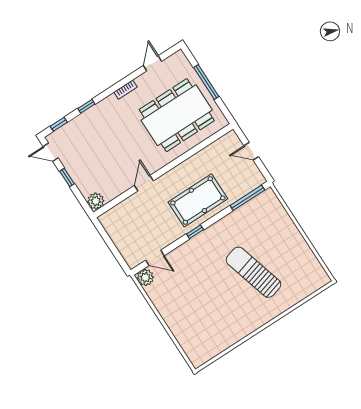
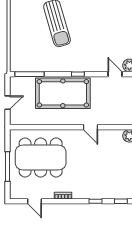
door: (153, 63) -> (35, 201), hinge flipped
door: (251, 151) -> (8, 103), hinge flipped
door: (144, 183) -> (91, 127), hinge flipped
pool table: (198, 200) -> (63, 93), width x1.36, depth x1.32

